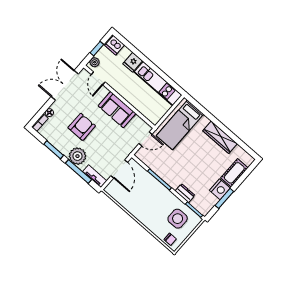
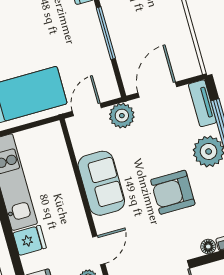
door: (146, 139) -> (87, 110), hinge flipped
plant: (128, 147) -> (122, 116), added

